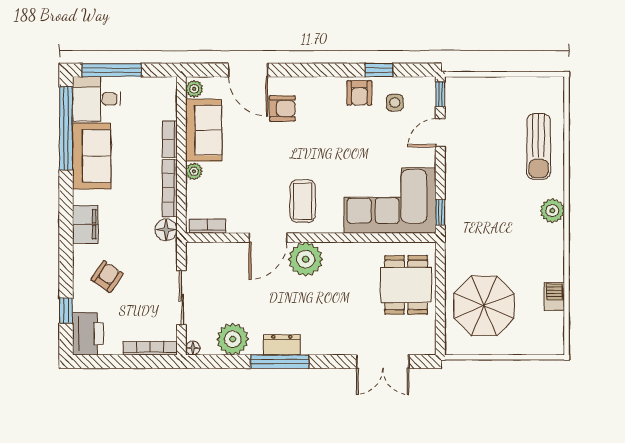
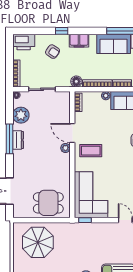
plant: (306, 259) -> (65, 148), width x0.53, depth x0.53
window: (66, 311) -> (62, 31), moved

